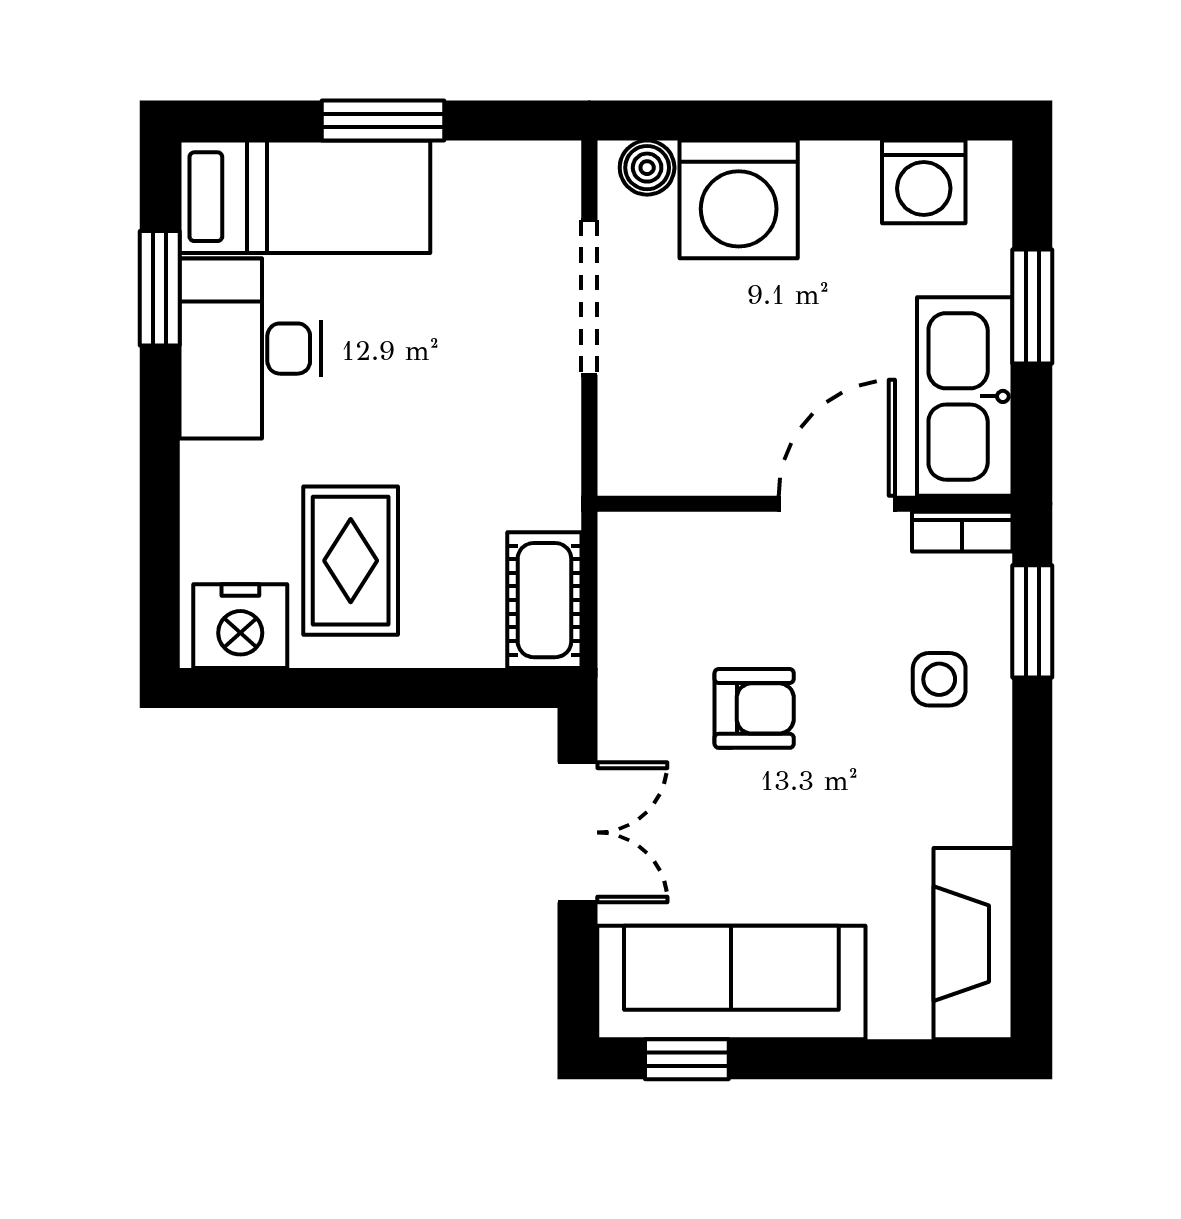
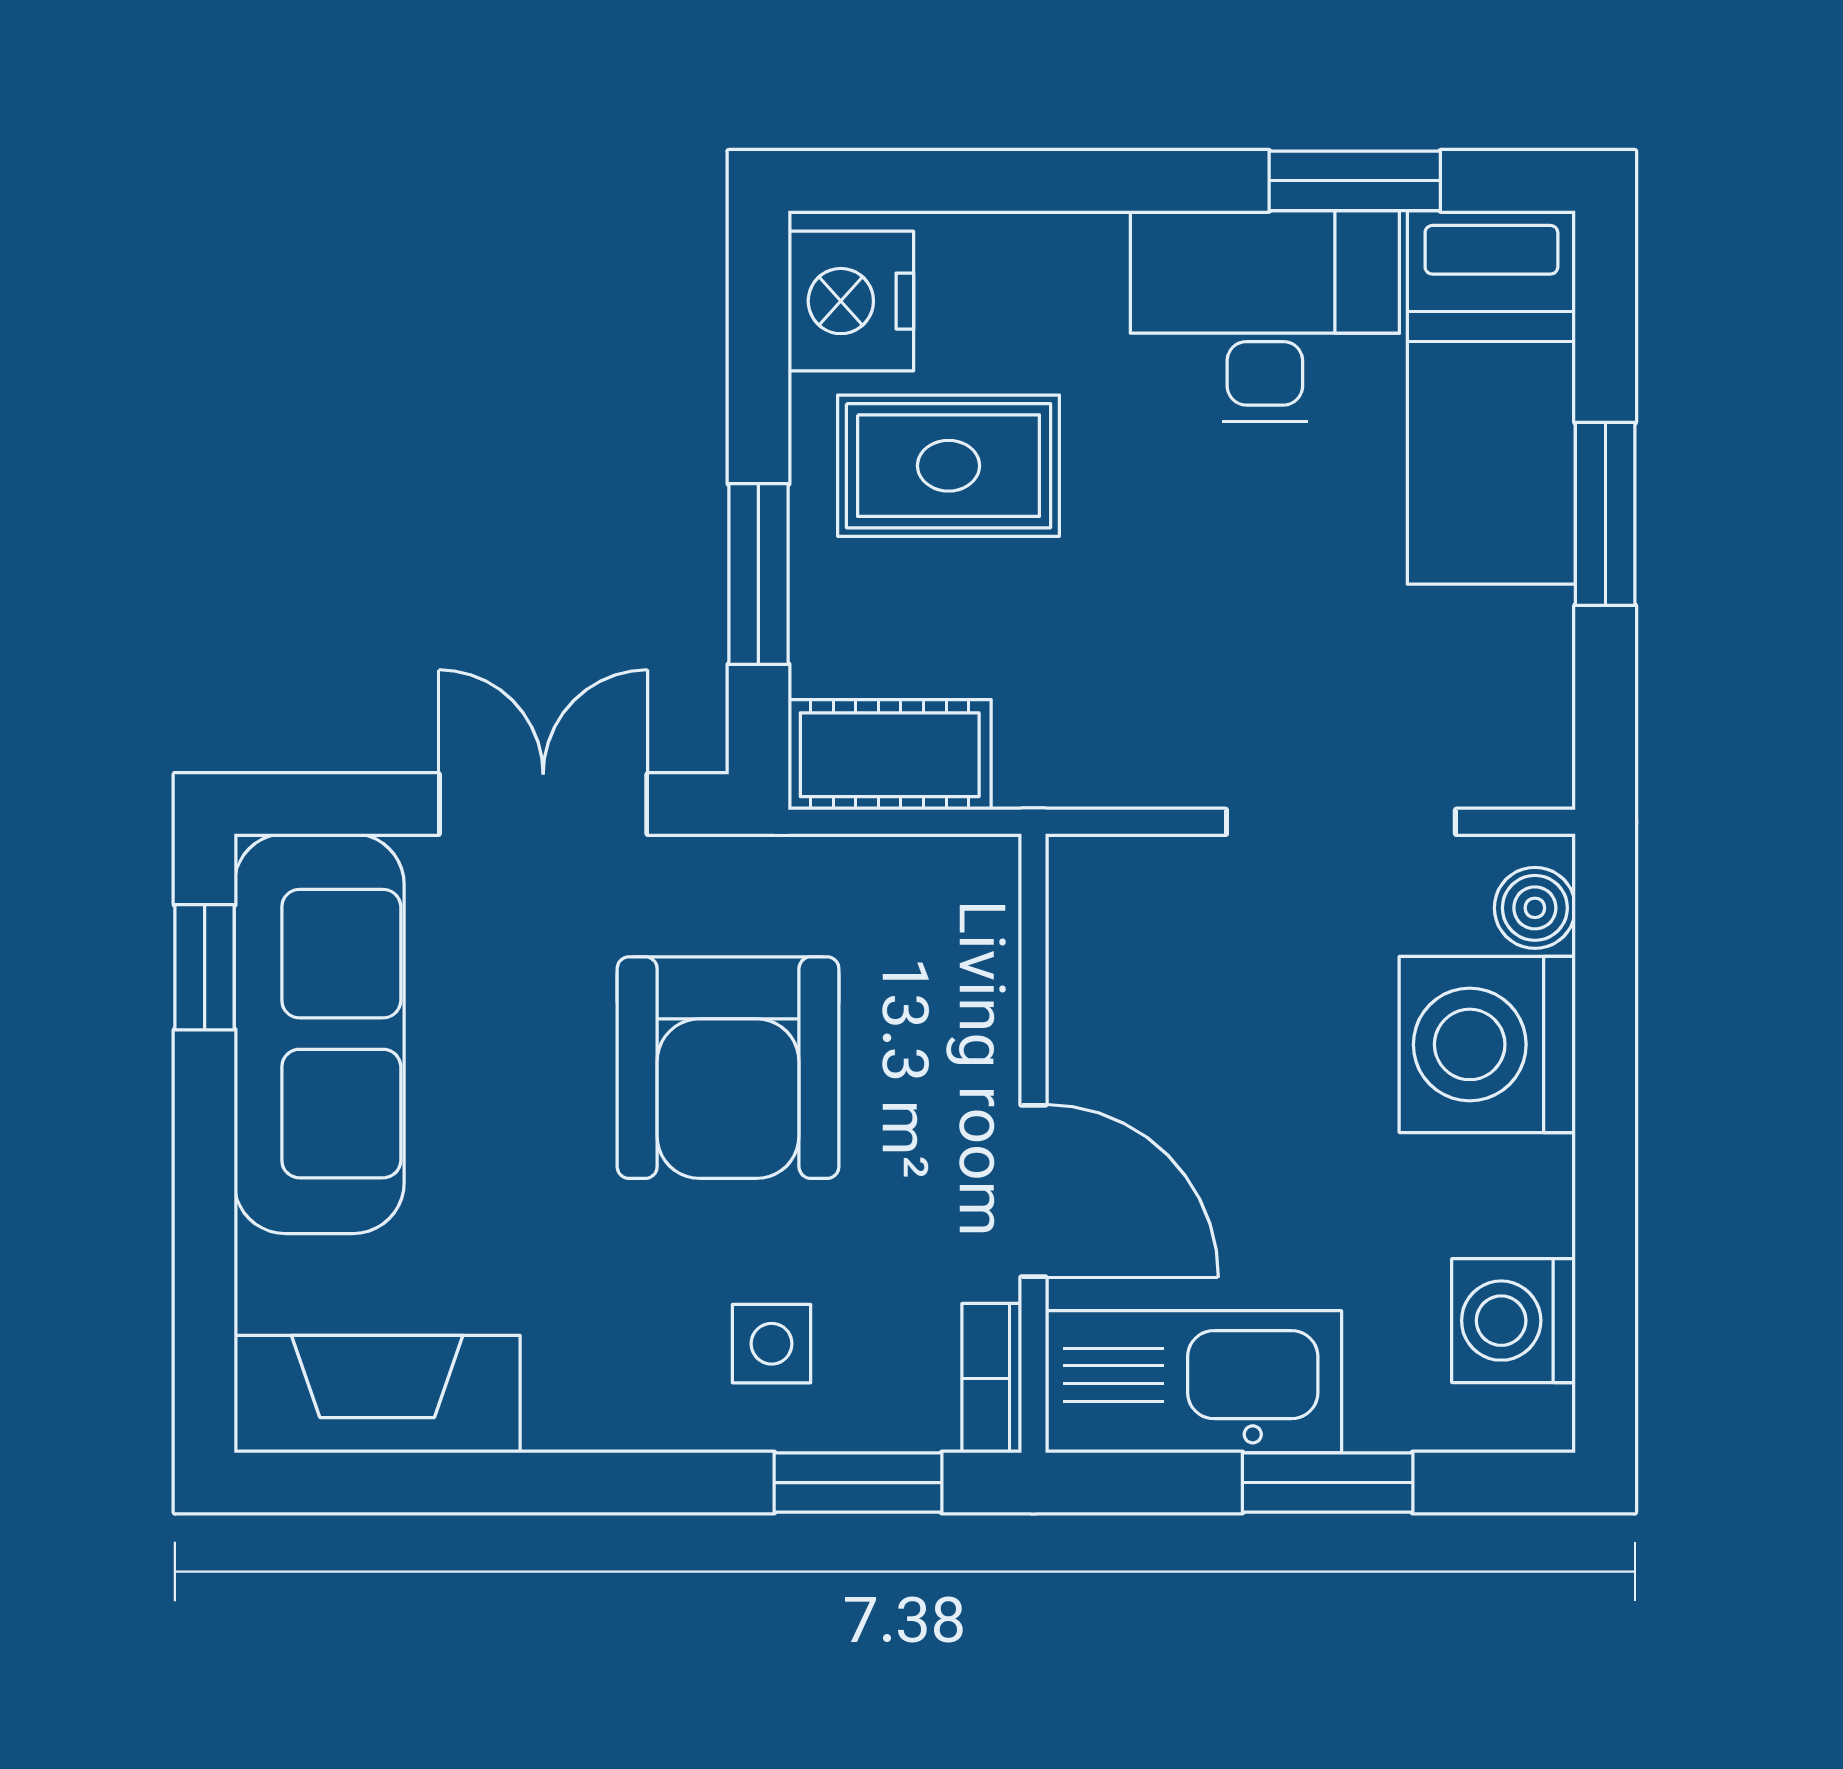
window: (423, 688) -> (758, 574), added
armchair: (754, 708) -> (728, 1068), width x1.88, depth x1.88
double door: (577, 832) -> (543, 804), swing flipped

